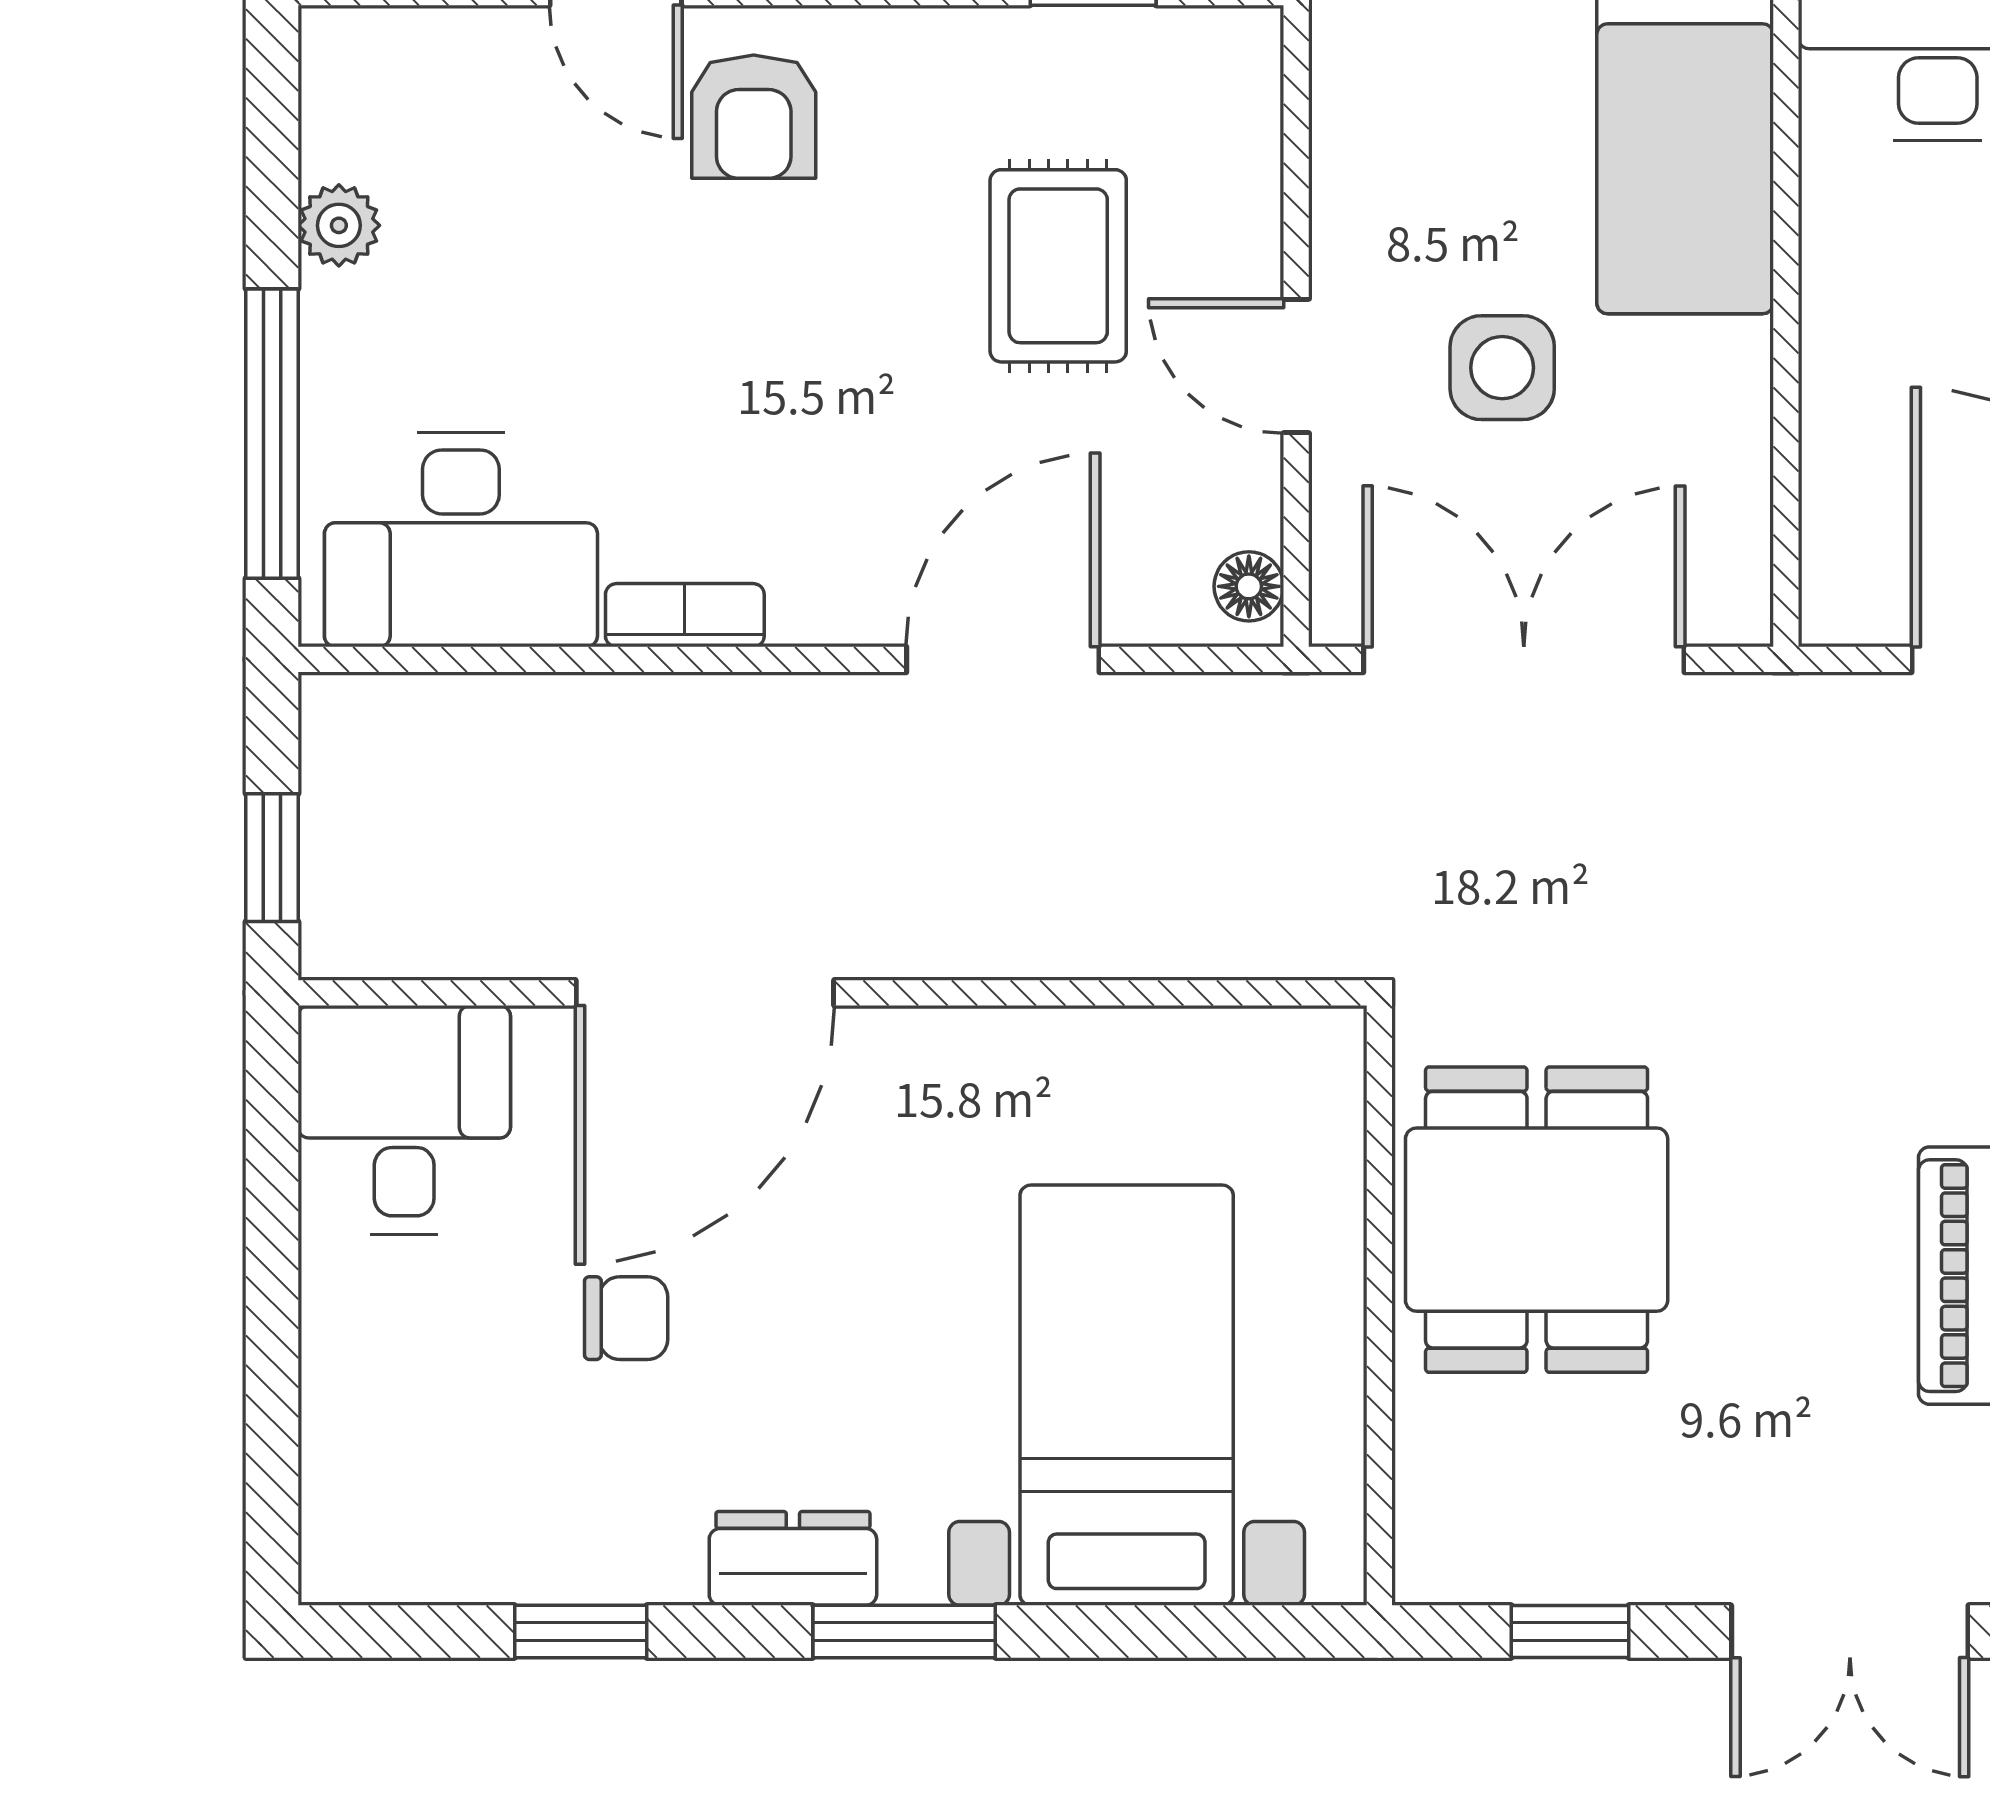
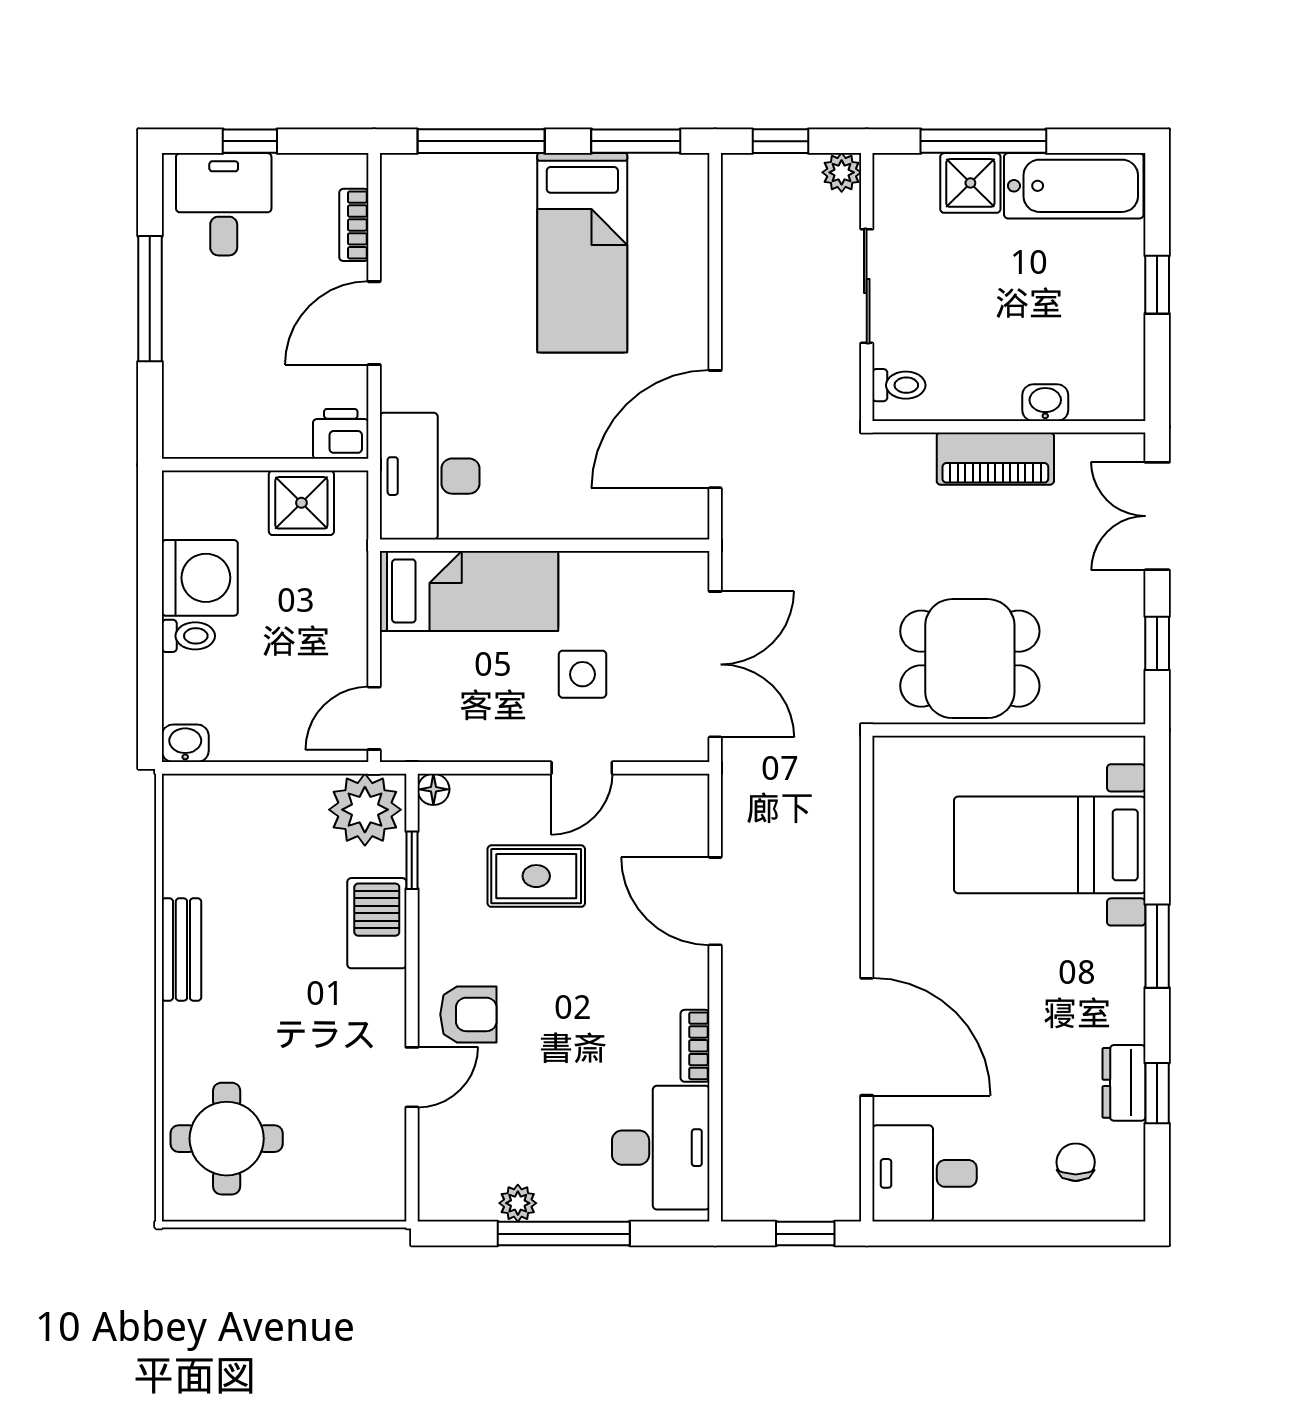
window: (272, 434) -> (564, 1234), moved
floor lamp: (1249, 586) -> (433, 789), moved
double door: (1524, 659) -> (715, 664), swing flipped
chair: (626, 1318) -> (1076, 1162), moved
dresser: (793, 1558) -> (1124, 1083), moved
double door: (1850, 1631) -> (1157, 516), swing flipped

